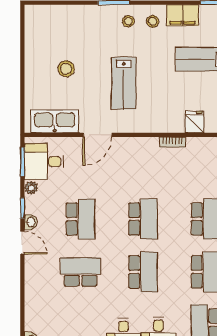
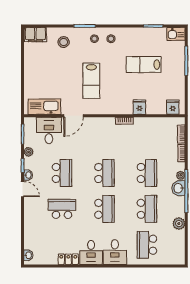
filing cabinet: (182, 15) -> (35, 35), moved
stool: (66, 69) -> (64, 42), moved
desk: (44, 162) -> (49, 131), moved, turned 90

